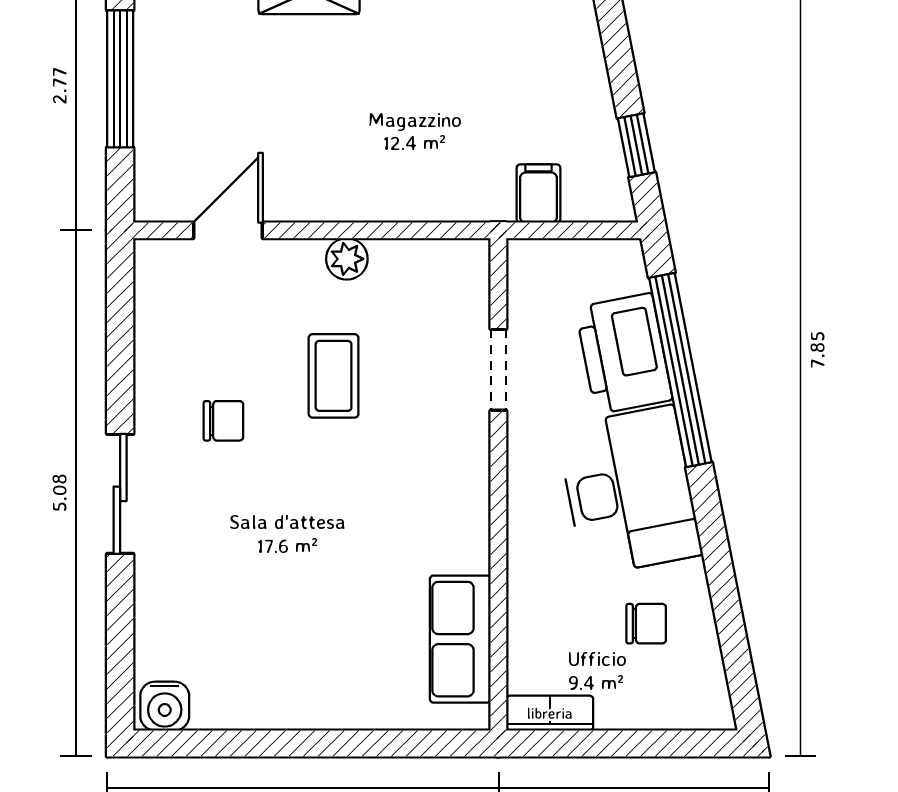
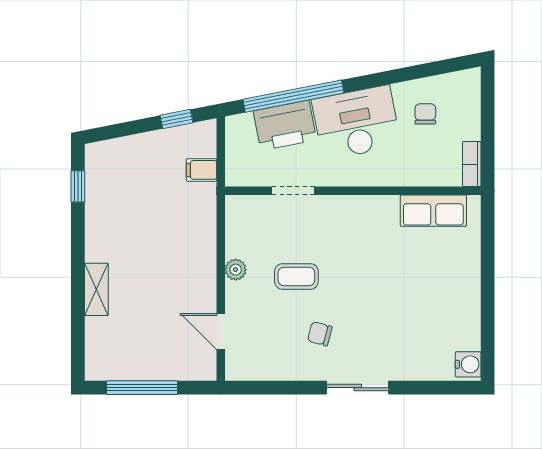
chair: (223, 421) -> (320, 334), turned -75

